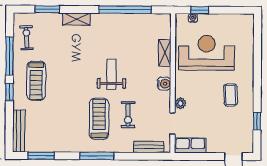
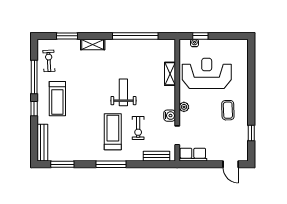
water cooler: (164, 84) -> (170, 116), moved
plant: (180, 103) -> (184, 107), moved

